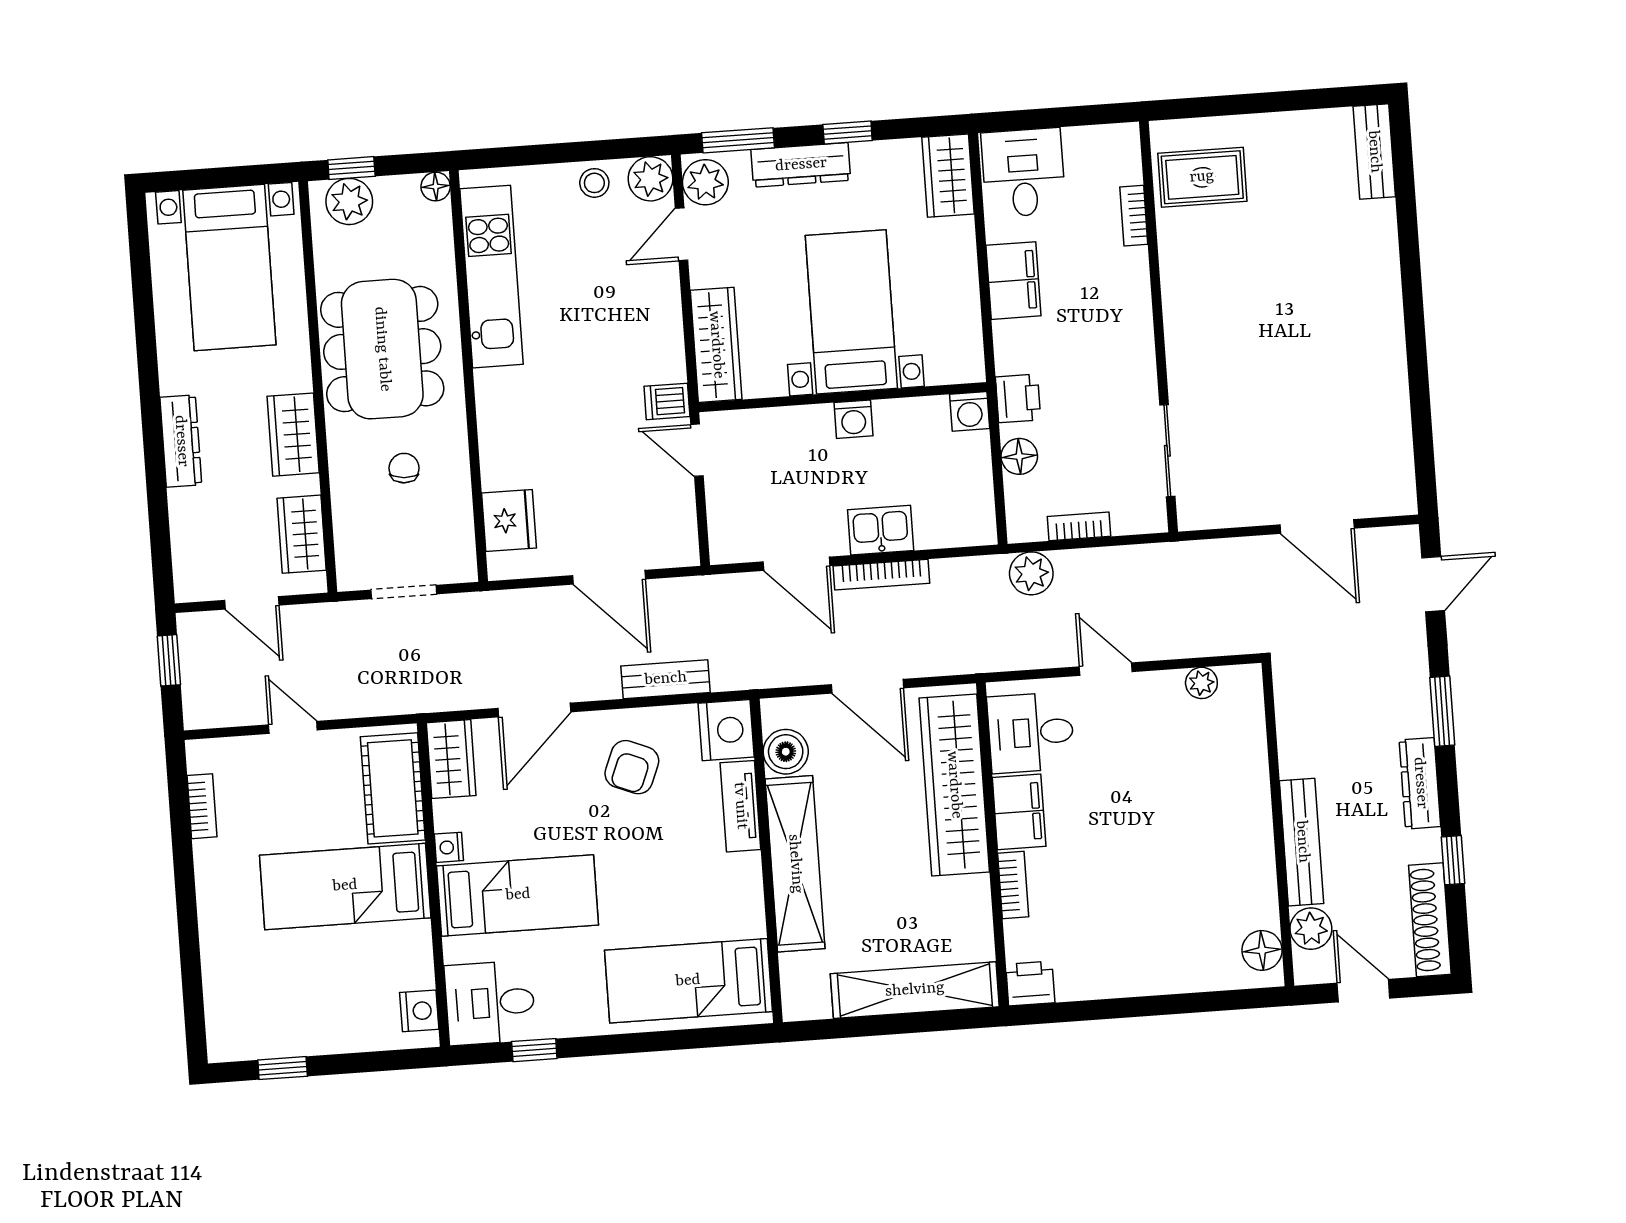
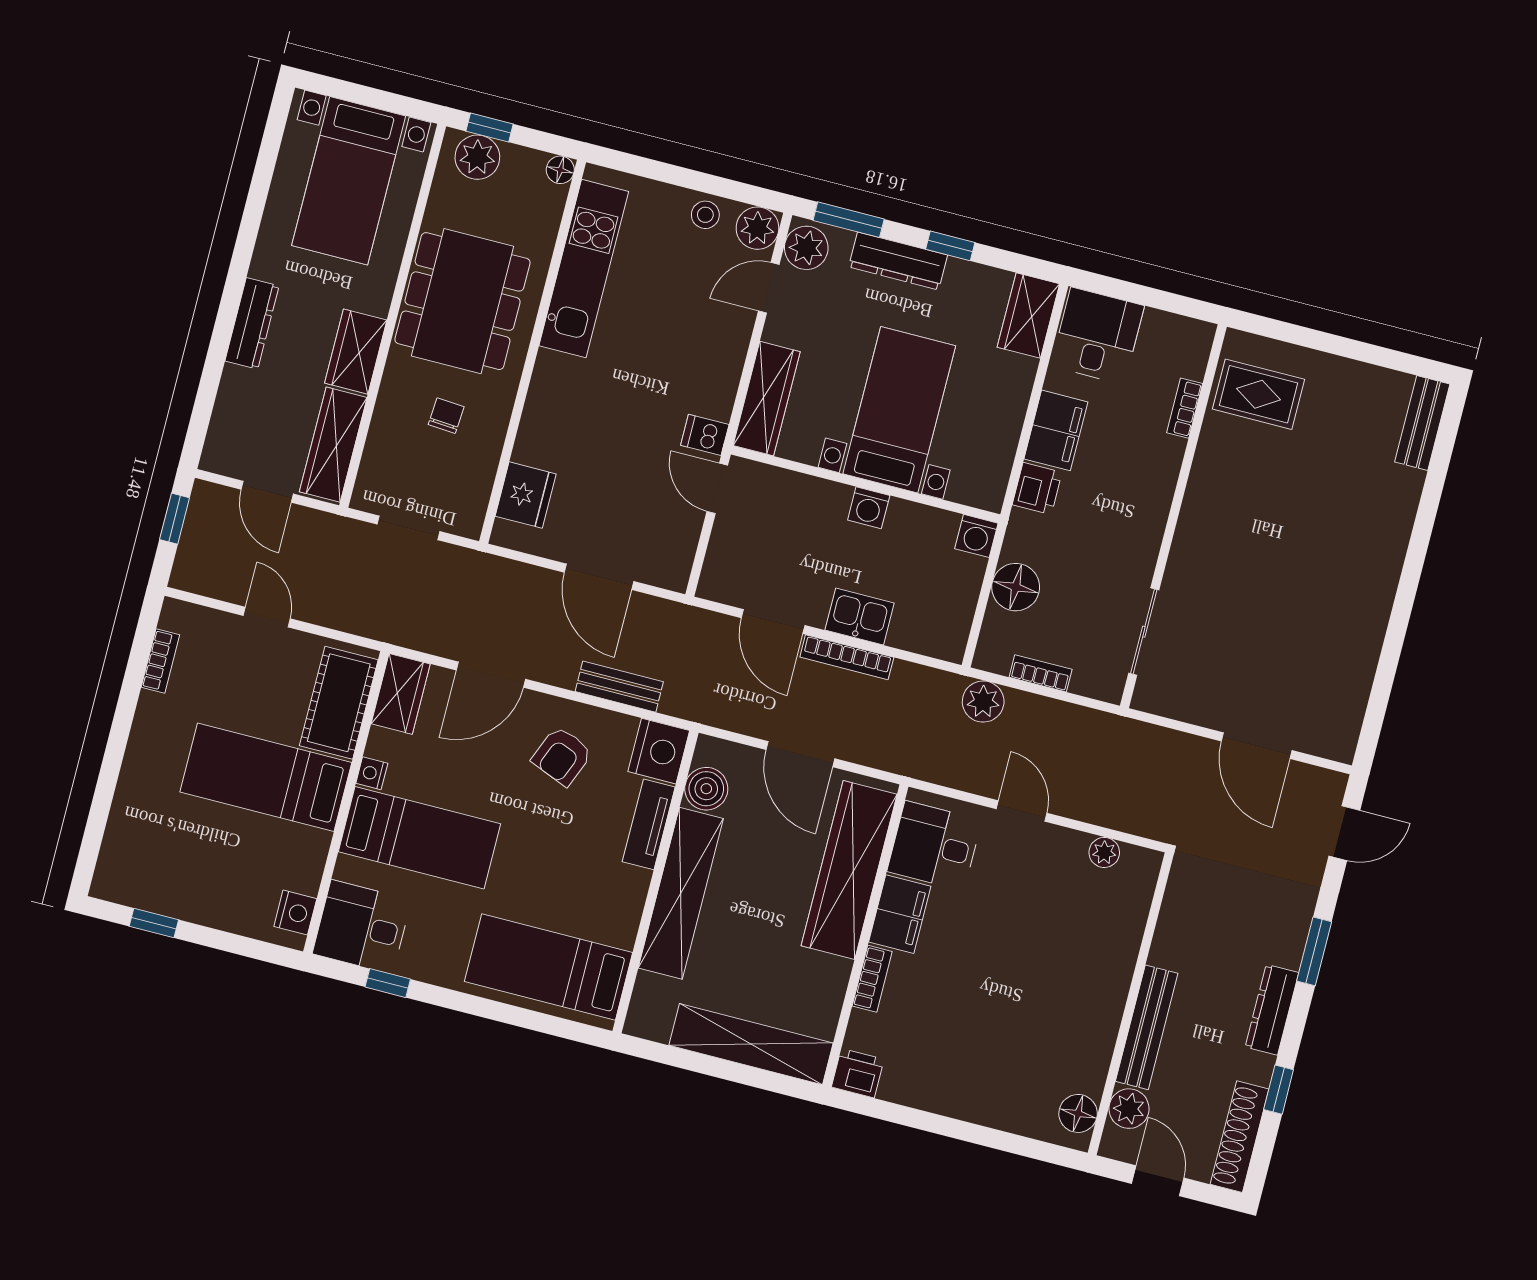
printer: (1018, 398) -> (1037, 488), moved
floor lamp: (1019, 456) -> (1016, 587), width x1.38, depth x1.38
wardrobe: (302, 534) -> (333, 445), width x1.50

